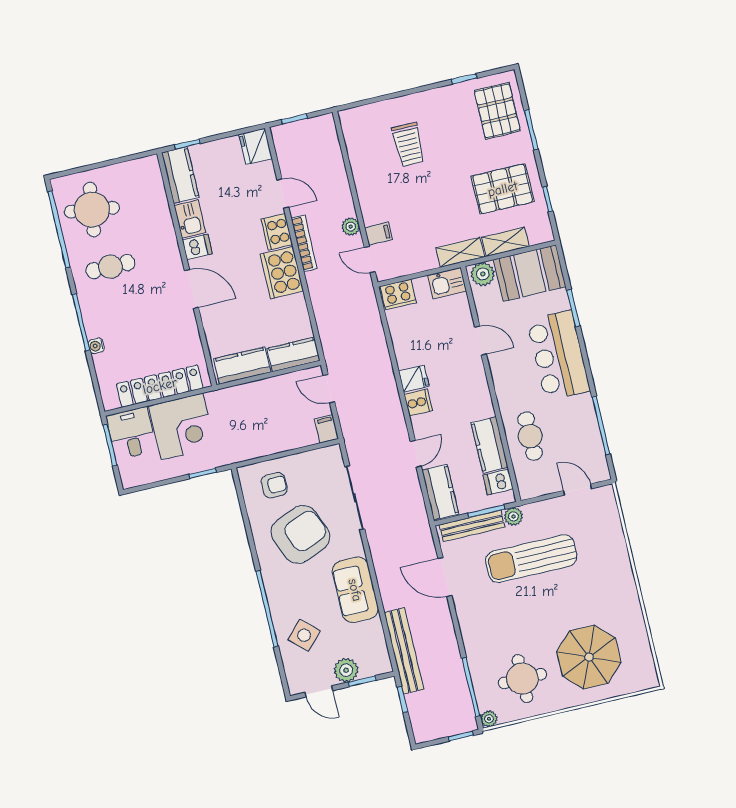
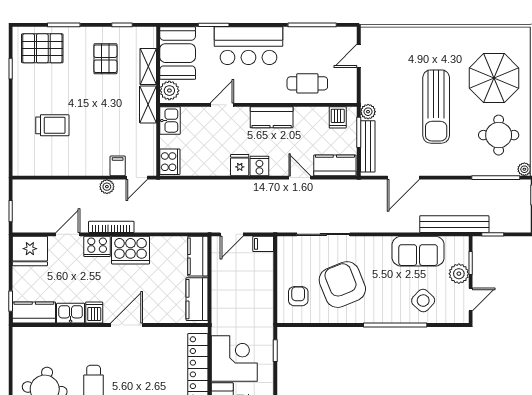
fridge: (256, 146) -> (30, 251), width x1.36, depth x1.34
pallet: (503, 189) -> (105, 59), width x0.67, depth x0.71
kitchen counter: (490, 445) -> (272, 117), moved
sun lounger: (531, 559) -> (436, 107), moved
sofa: (355, 590) -> (418, 251), moved

